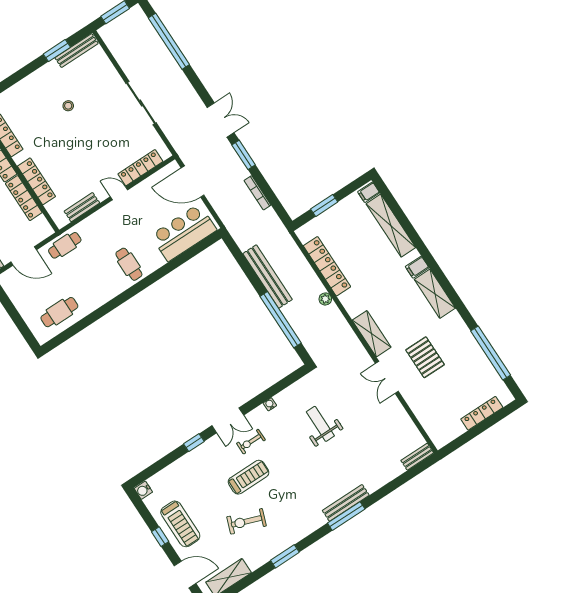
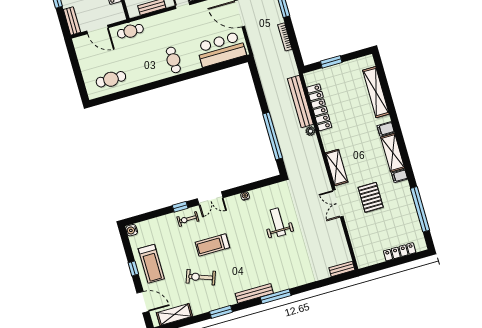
filing cabinet: (369, 192) -> (400, 176), moved
bench: (268, 277) -> (300, 101), moved
exercise bike: (251, 442) -> (188, 219), moved
treadmill: (249, 477) -> (212, 245), turned 180
bench: (346, 503) -> (254, 293), moved

